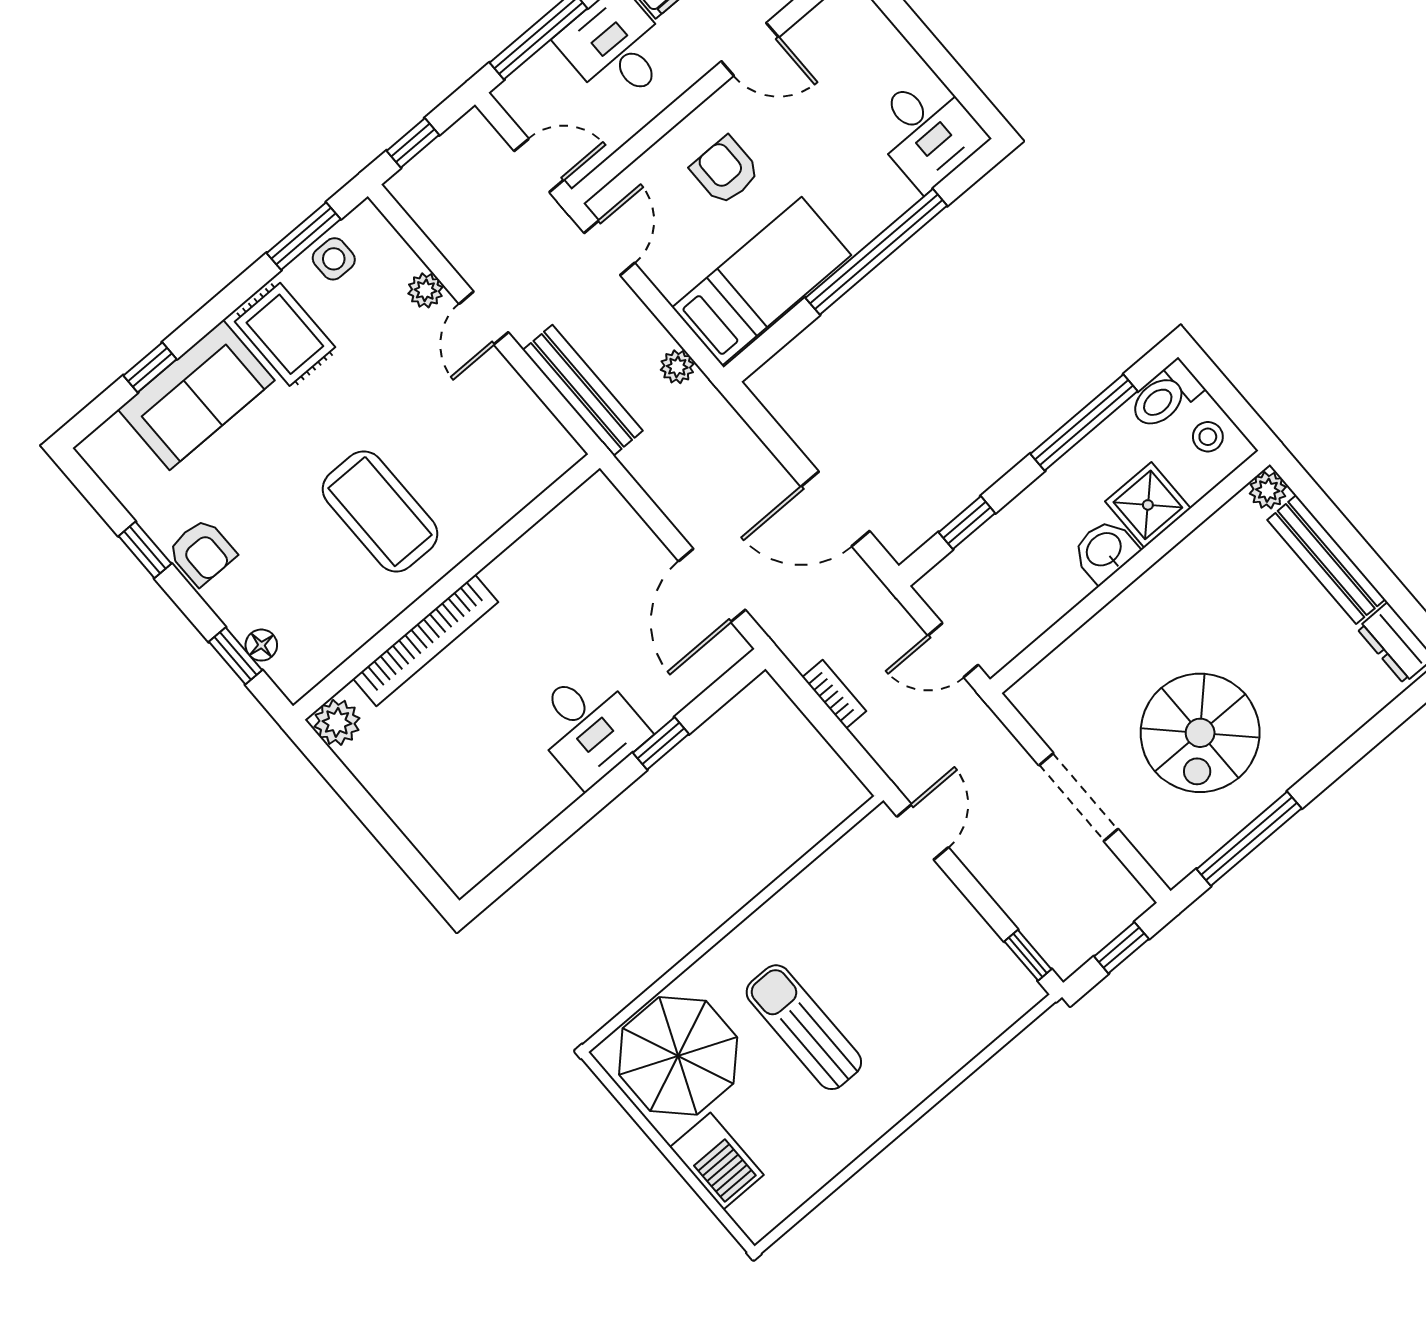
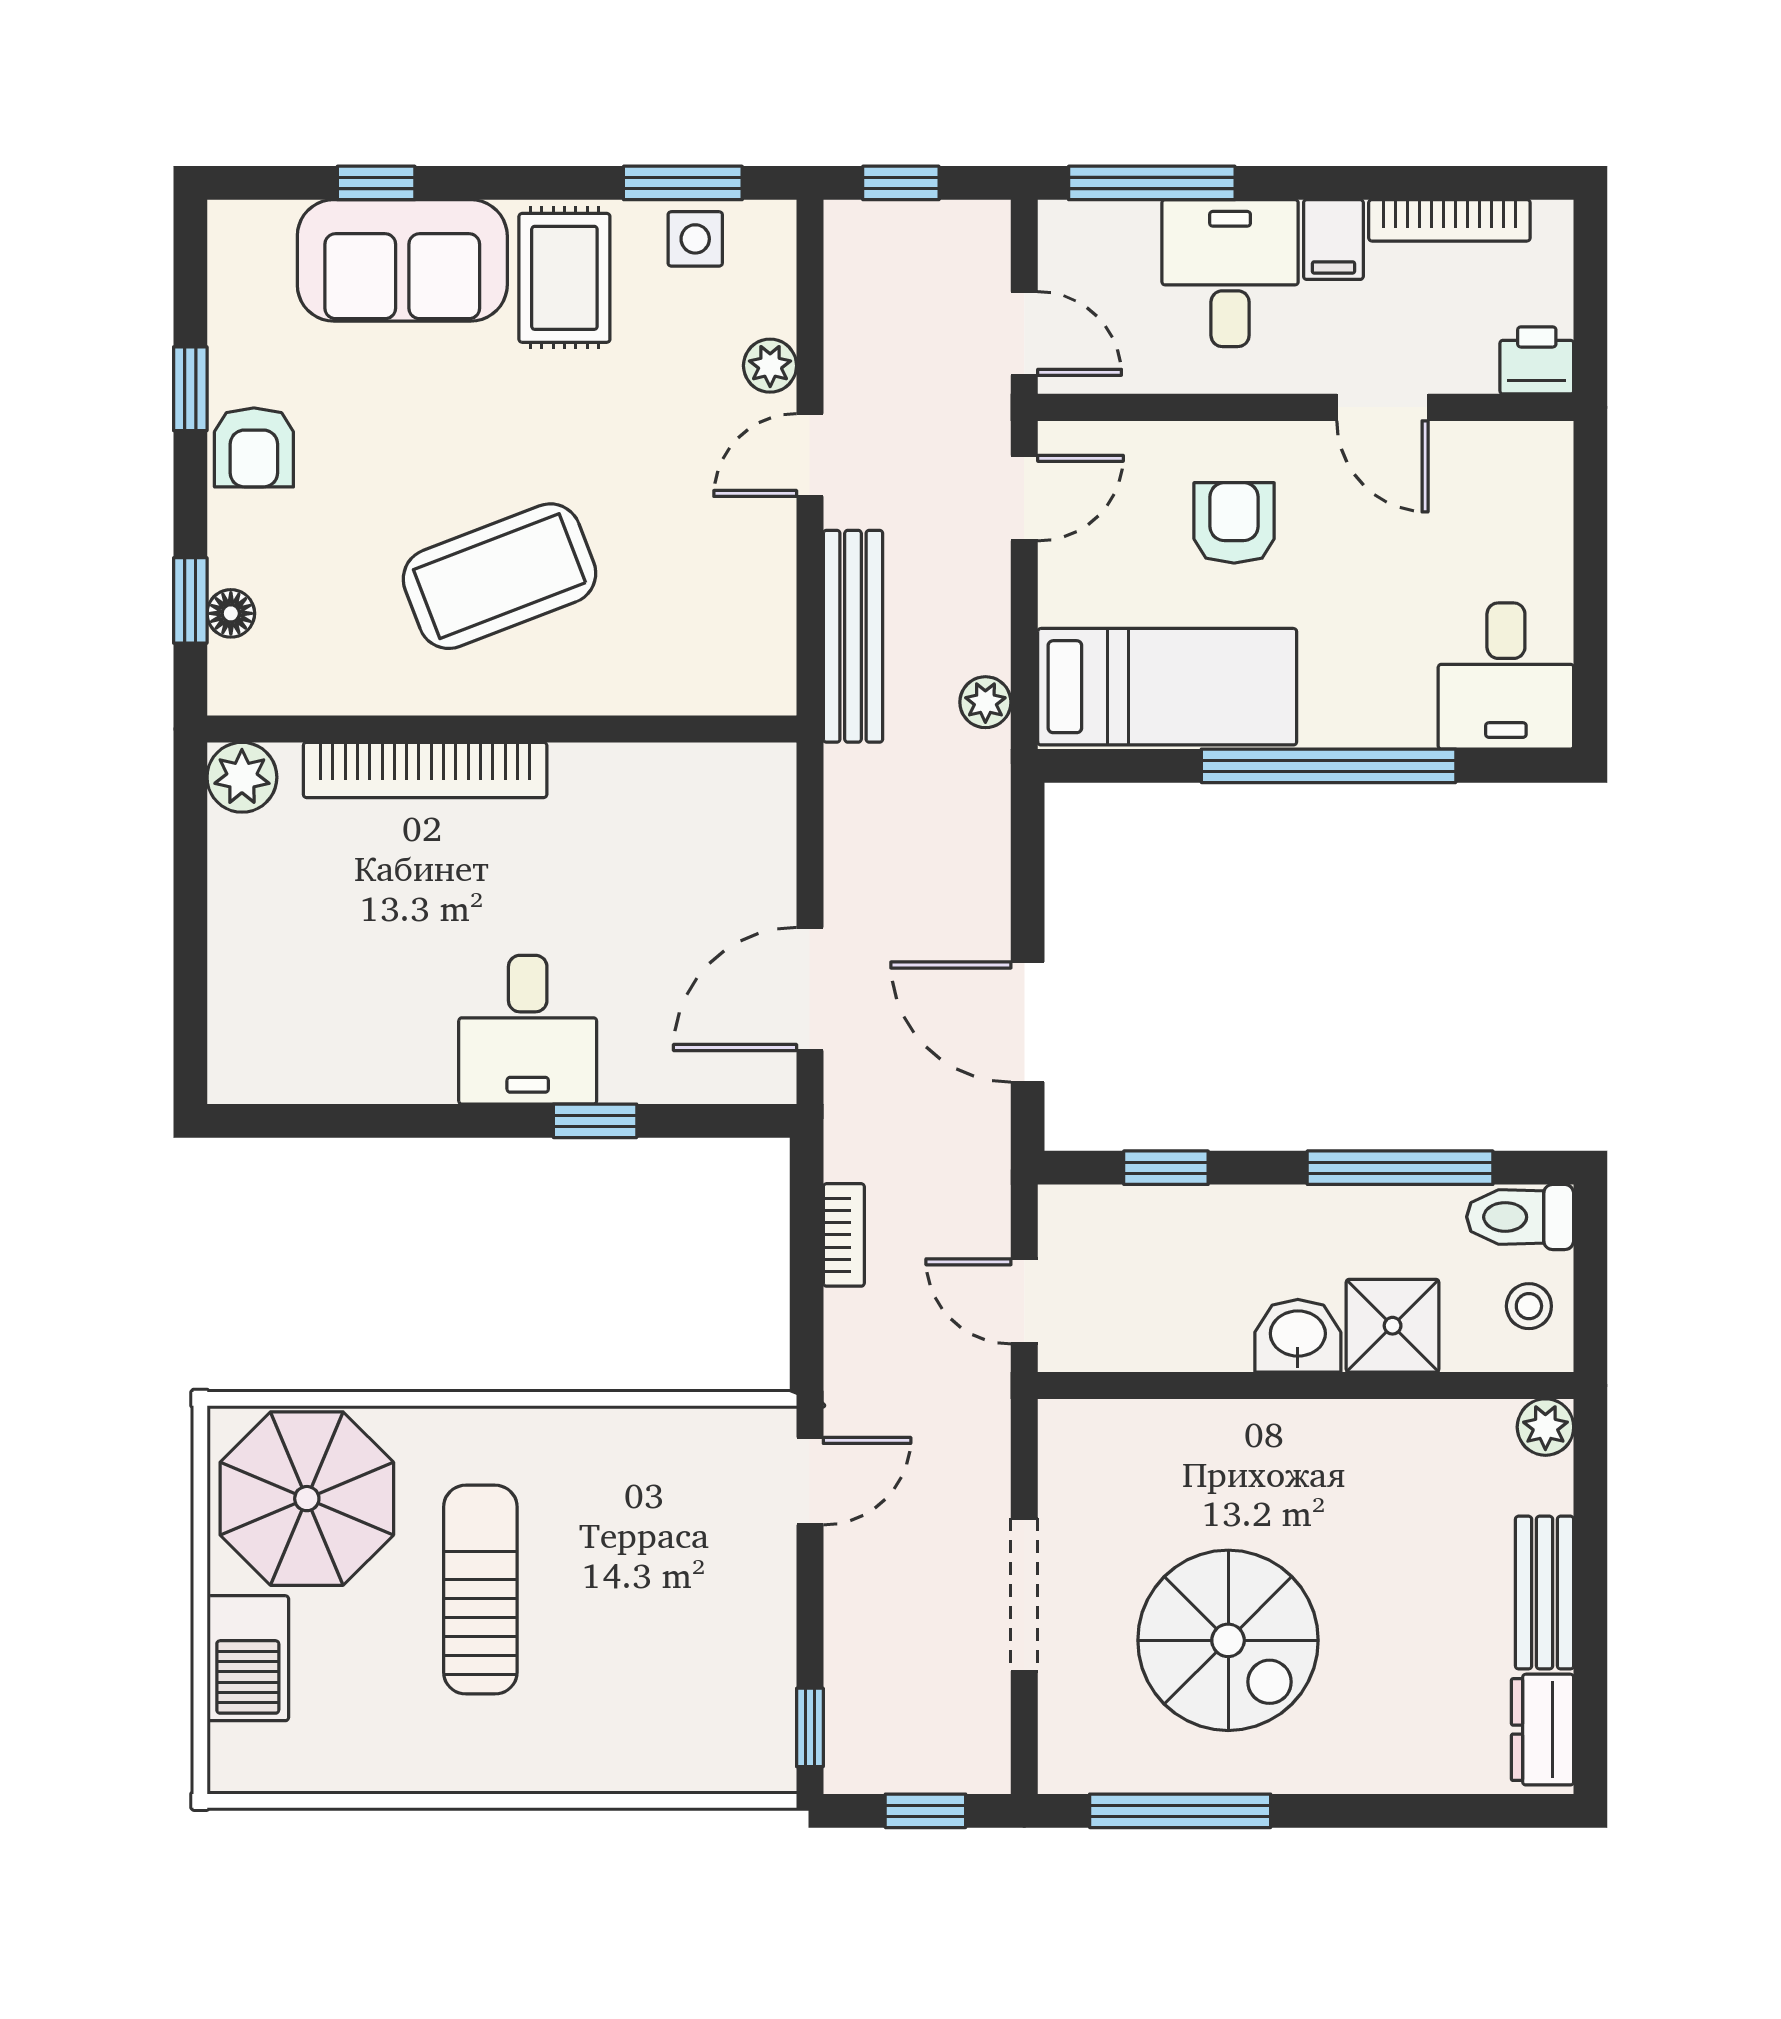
coffee table: (380, 511) -> (499, 576), turned 69
bench: (1326, 560) -> (1545, 1593), width x0.73
spiral stairs: (1200, 733) -> (1228, 1640), turned -90

